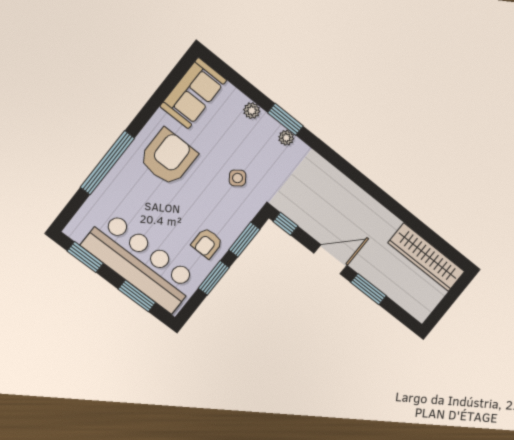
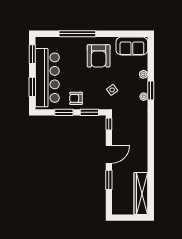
armchair: (168, 157) -> (99, 56), turned 90
door: (331, 259) -> (109, 154), hinge flipped

